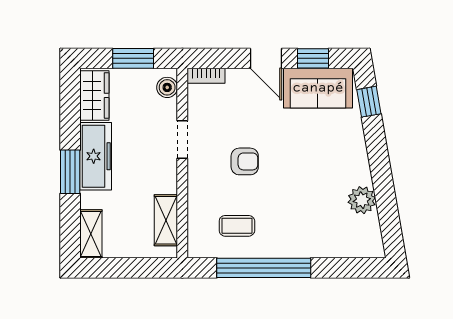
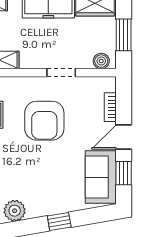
bookcase: (206, 76) -> (110, 107), moved
window: (369, 102) -> (59, 222), moved
armchair: (245, 161) -> (44, 121), width x1.88, depth x1.88

